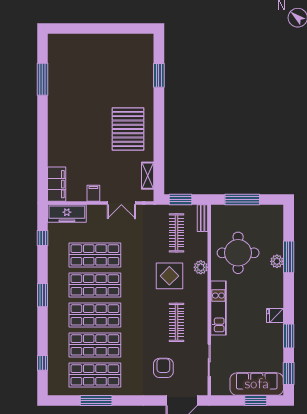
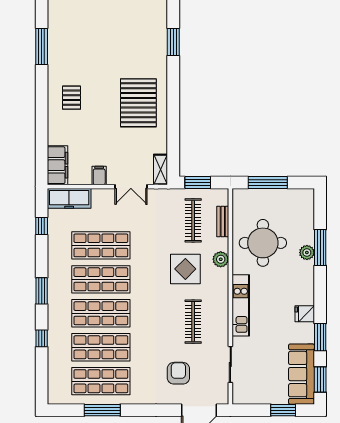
pallet: (69, 124) -> (72, 98), added
shelving: (148, 176) -> (161, 169), moved
bench: (203, 218) -> (223, 221), moved
window: (42, 363) -> (42, 338), moved
sofa: (257, 384) -> (301, 374), moved, turned -90

